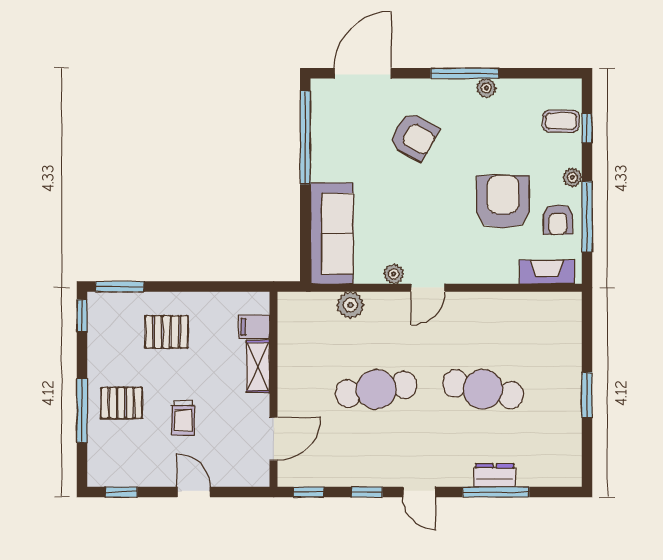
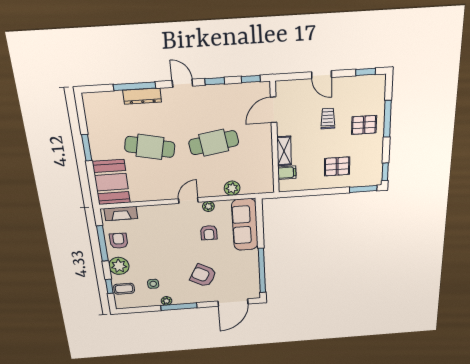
side table: (507, 127) -> (153, 284), added
plant: (572, 177) -> (119, 266), width x1.88, depth x1.88
armchair: (503, 202) -> (209, 233), moved, width x0.53, depth x0.53
booth: (555, 331) -> (111, 182), added
dresser: (495, 475) -> (142, 96), width x1.44

